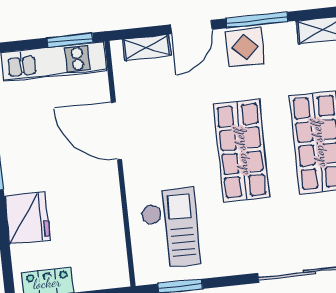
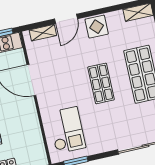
window: (257, 20) -> (102, 11), removed
shop shelf: (241, 151) -> (101, 83), width x0.70, depth x0.74

